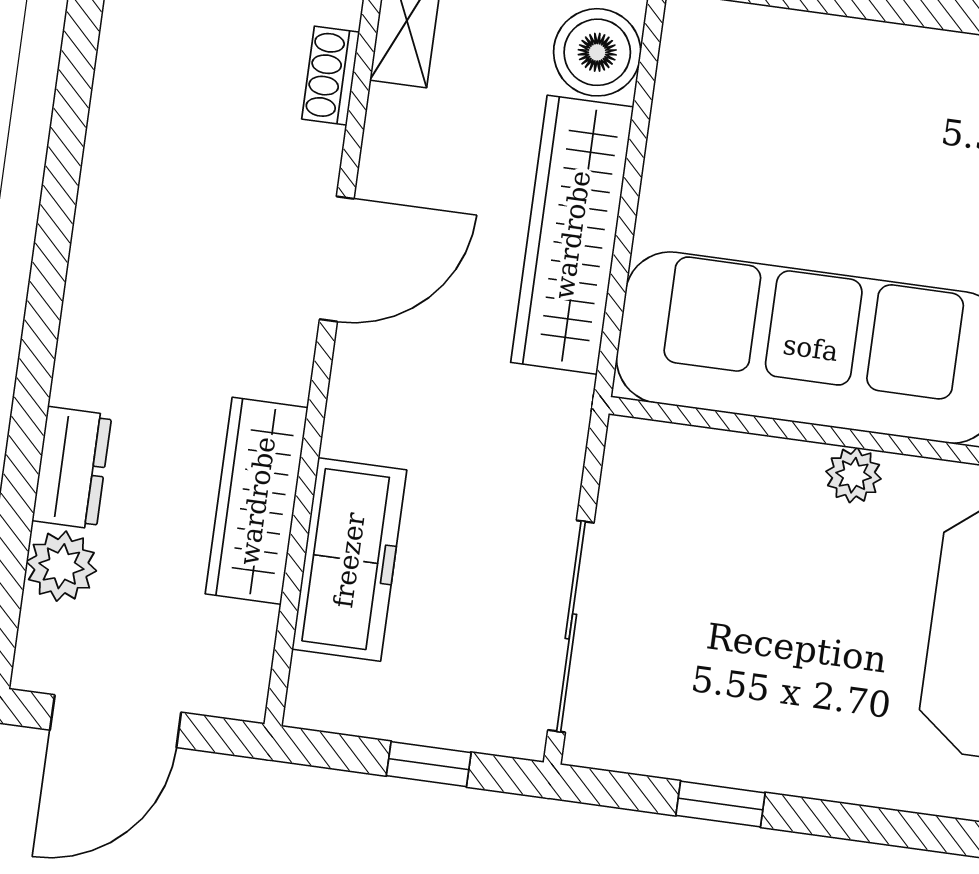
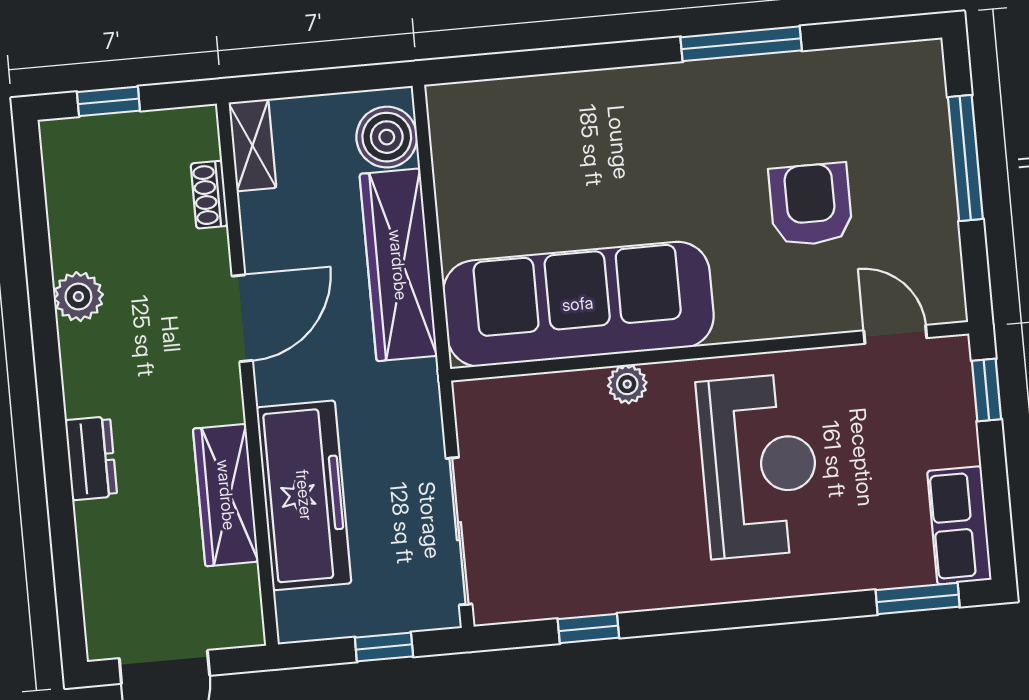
dresser: (72, 468) -> (91, 458), moved
freezer: (349, 560) -> (304, 495), width x1.36, depth x1.26
plant: (61, 566) -> (78, 297), moved

